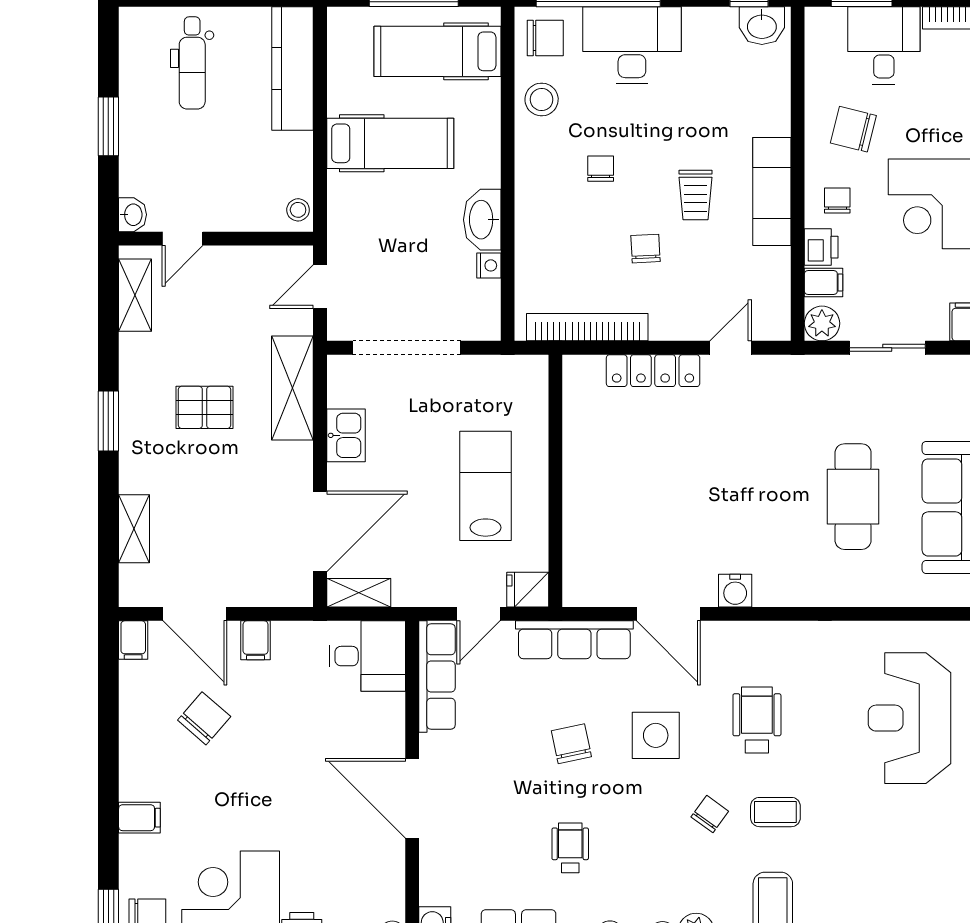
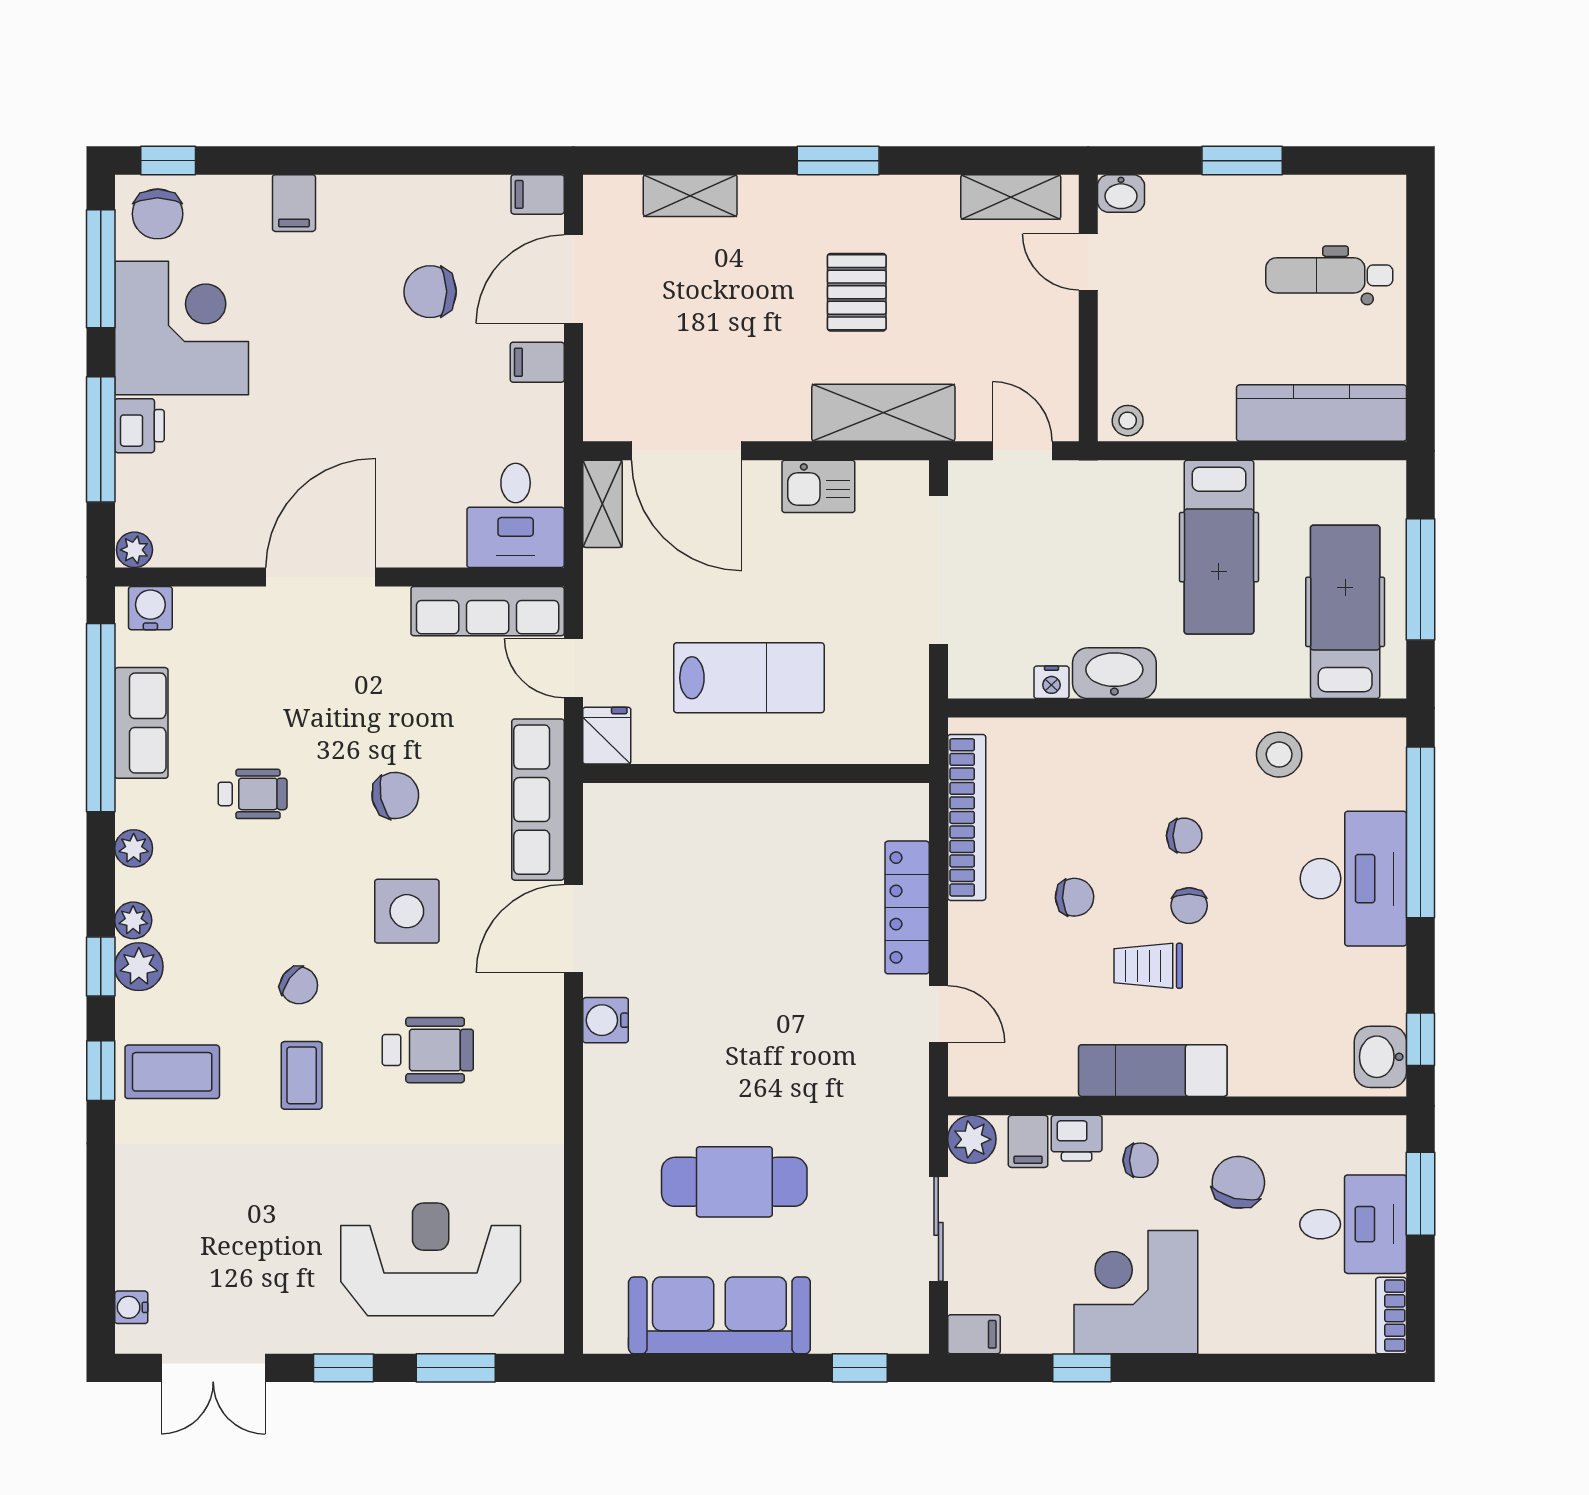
chair: (545, 38) -> (1189, 906), moved, width x0.73, depth x0.73
chair: (204, 718) -> (430, 292), turned 139

